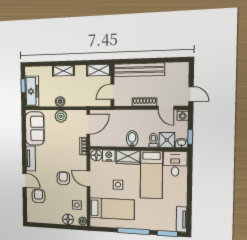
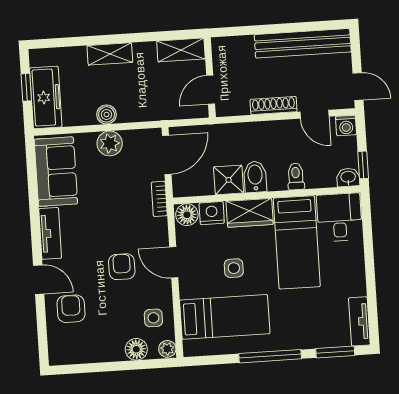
bench: (139, 70) -> (303, 43), moved
shower: (167, 140) -> (229, 180), moved

